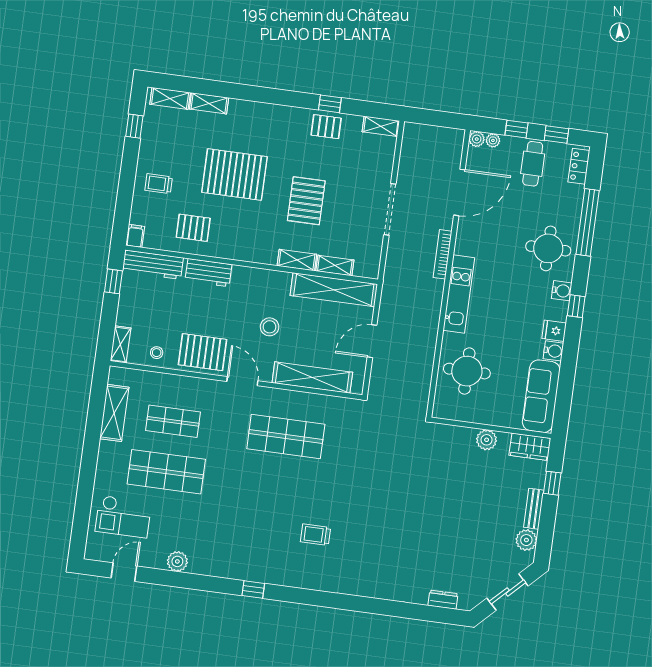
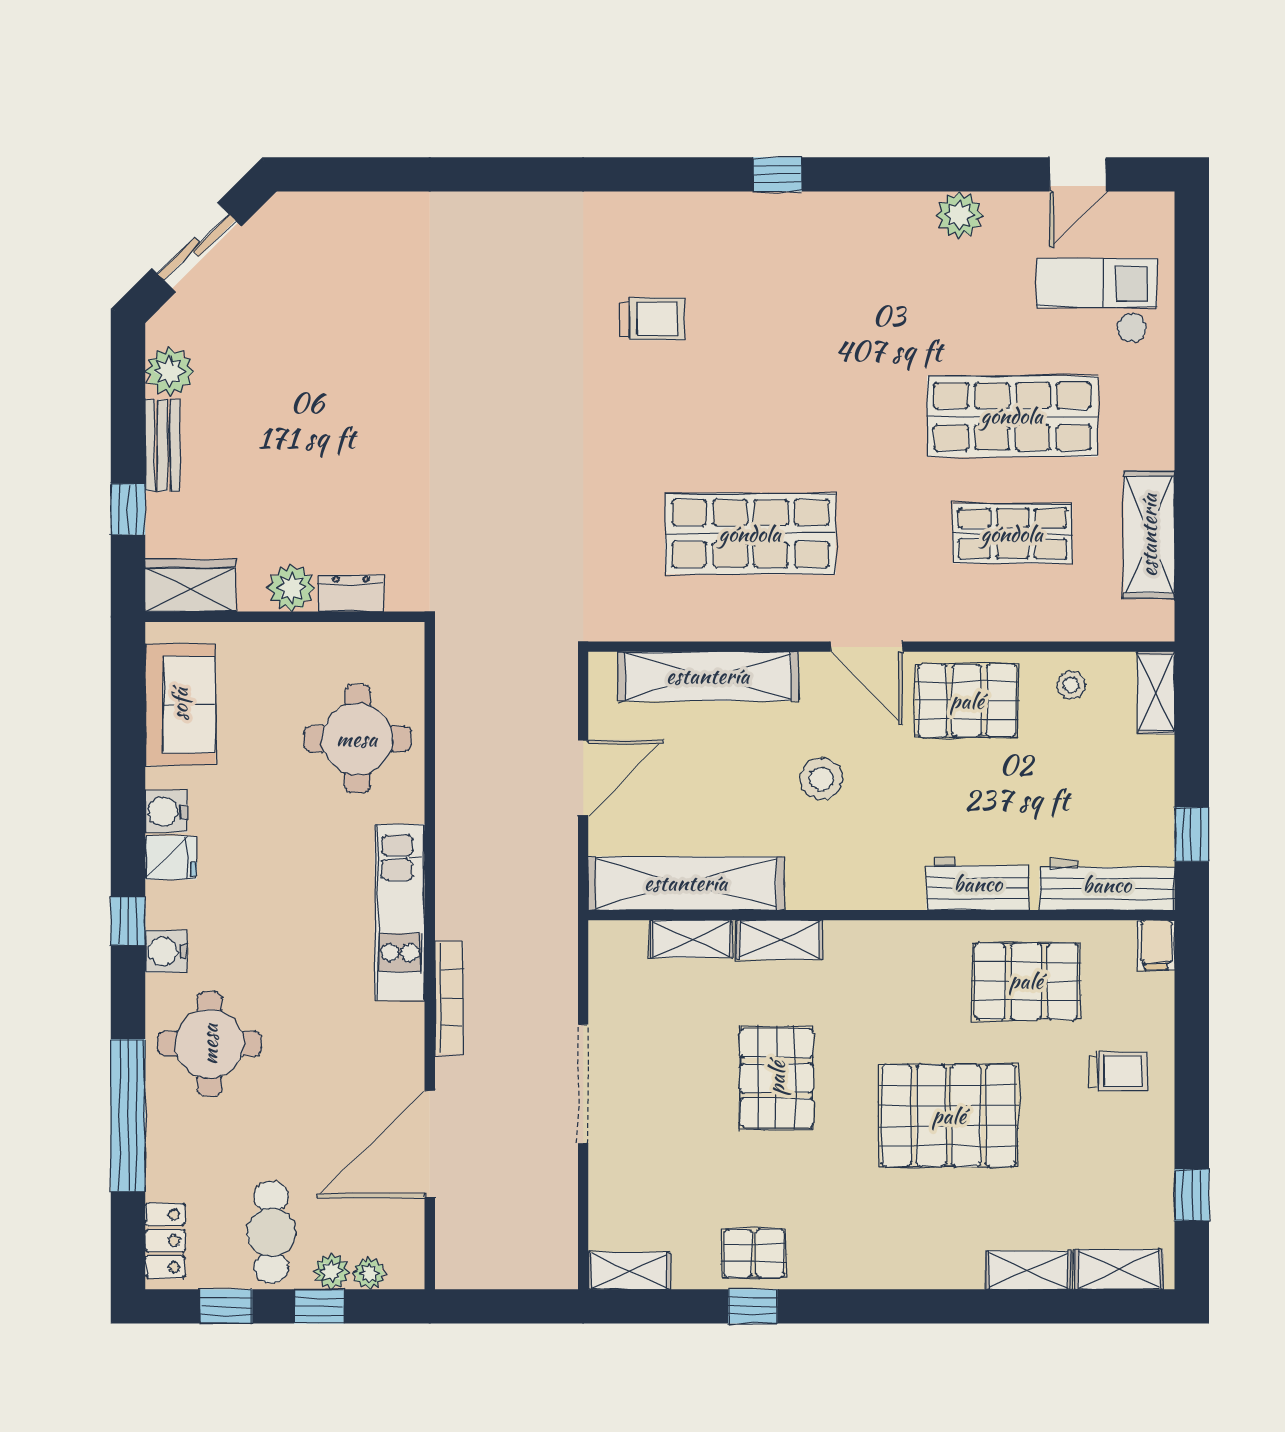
plant: (477, 139) -> (332, 1271), moved
pallet: (193, 228) -> (1026, 981), width x1.50, depth x1.42
sofa: (541, 396) -> (180, 704), width x0.73
dresser: (443, 600) -> (351, 593), moved, turned 180

